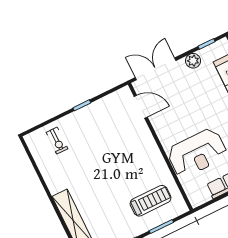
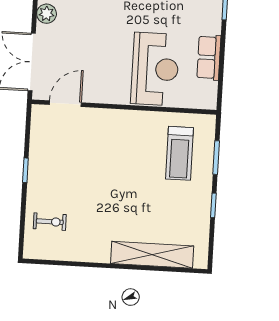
treadmill: (151, 201) -> (179, 153), turned 180

